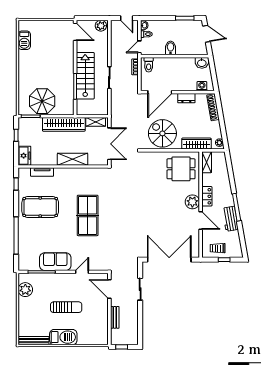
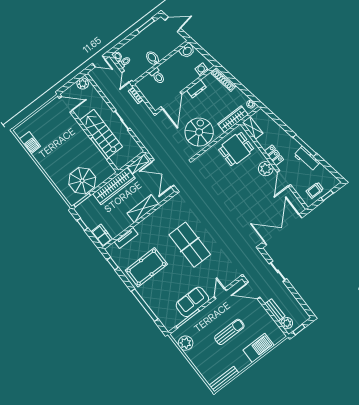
toilet: (149, 65) -> (157, 76), moved
spiral stairs: (162, 133) -> (199, 132), turned 90
double door: (109, 144) -> (163, 173), swing flipped
door: (201, 220) -> (284, 179), swing flipped
plant: (116, 335) -> (287, 323), added
barbecue: (63, 337) -> (259, 348), moved

